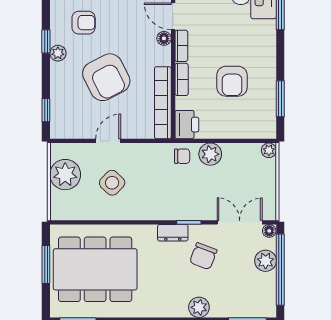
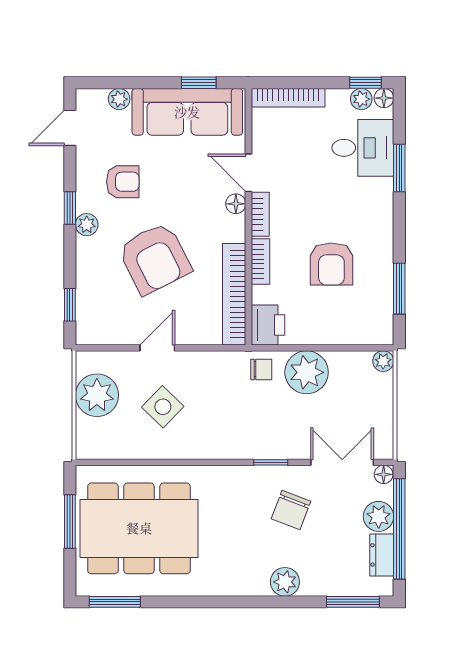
plant: (210, 154) -> (307, 372), width x1.36, depth x1.36
dresser: (173, 233) -> (382, 555), moved, turned 90

